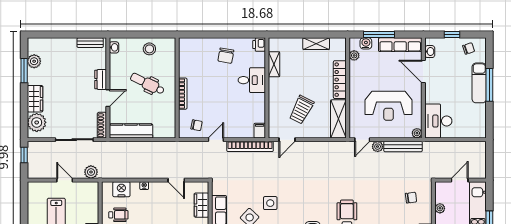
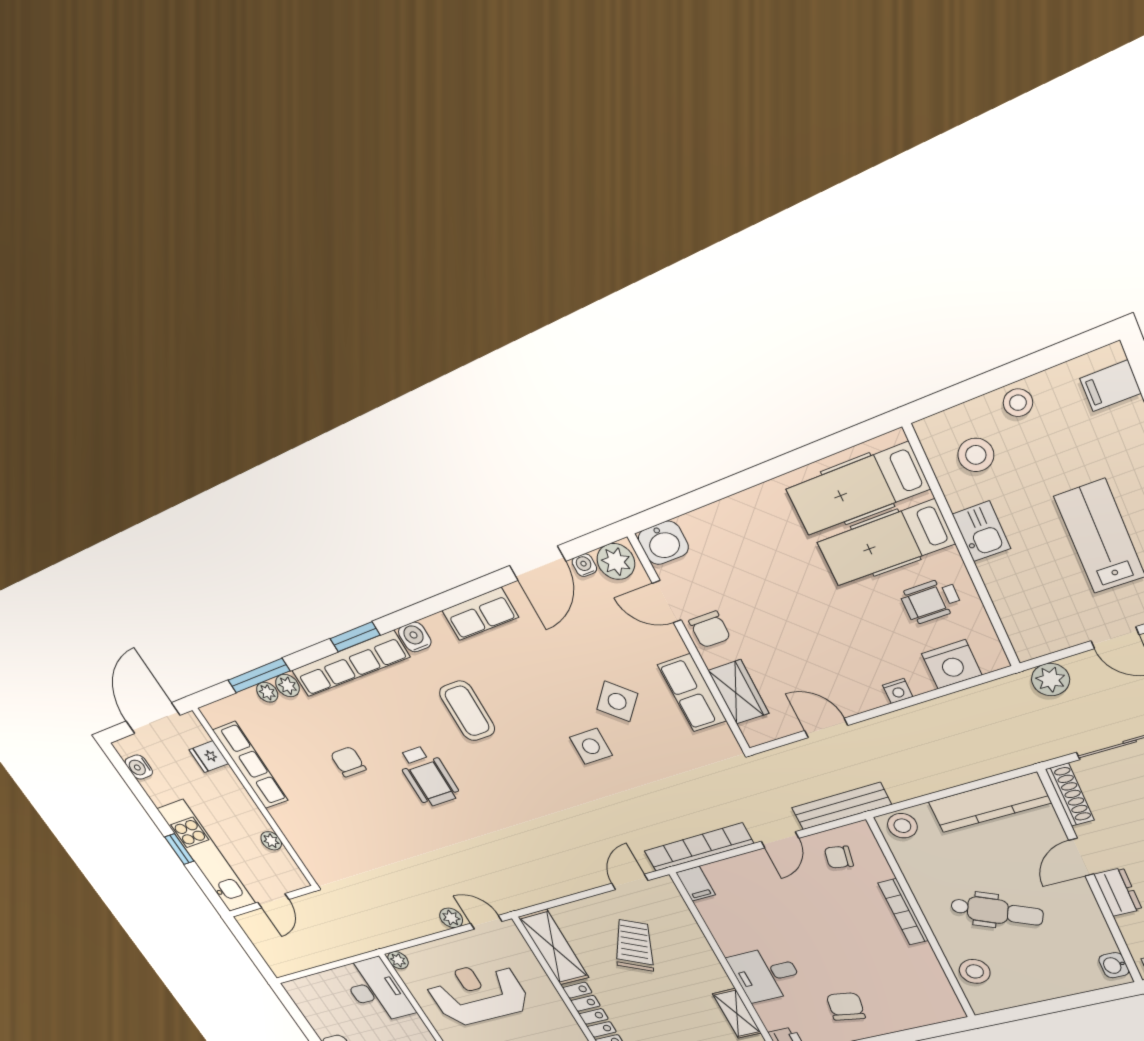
stool: (149, 49) -> (975, 971), moved
stool: (166, 131) -> (902, 826), added
door: (362, 140) -> (486, 922), hinge flipped
bench: (403, 147) -> (841, 806), moved
chair: (411, 198) -> (333, 844), removed

